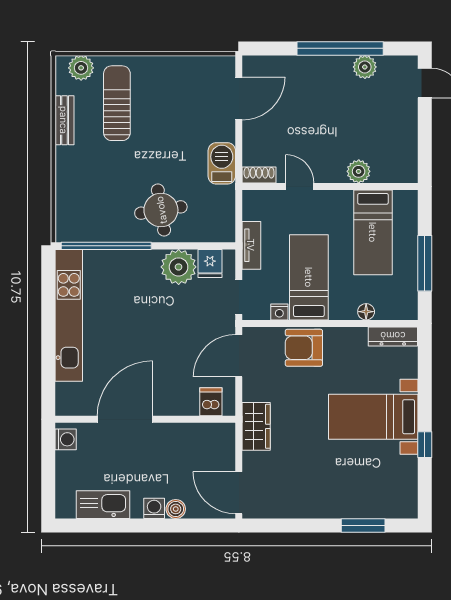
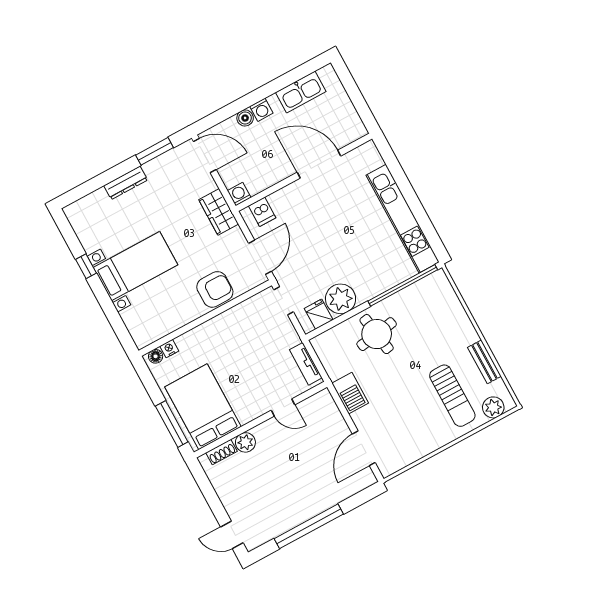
plant: (365, 67) -> (283, 522), removed
shoe rack: (259, 175) -> (221, 452), moved
bed: (373, 232) -> (203, 407), width x1.50
tv unit: (251, 245) -> (306, 364), moved
window: (425, 263) -> (172, 424), moved
bed: (309, 277) -> (240, 344), removed
nightstand: (279, 312) -> (169, 349), moved
floor lamp: (366, 312) -> (156, 356), moved
dresser: (393, 336) -> (126, 183), moved, turned 180
door: (125, 419) -> (319, 164), swing flipped
washing machine: (66, 439) -> (239, 194), moved, turned 90
window: (363, 525) -> (155, 151), moved

